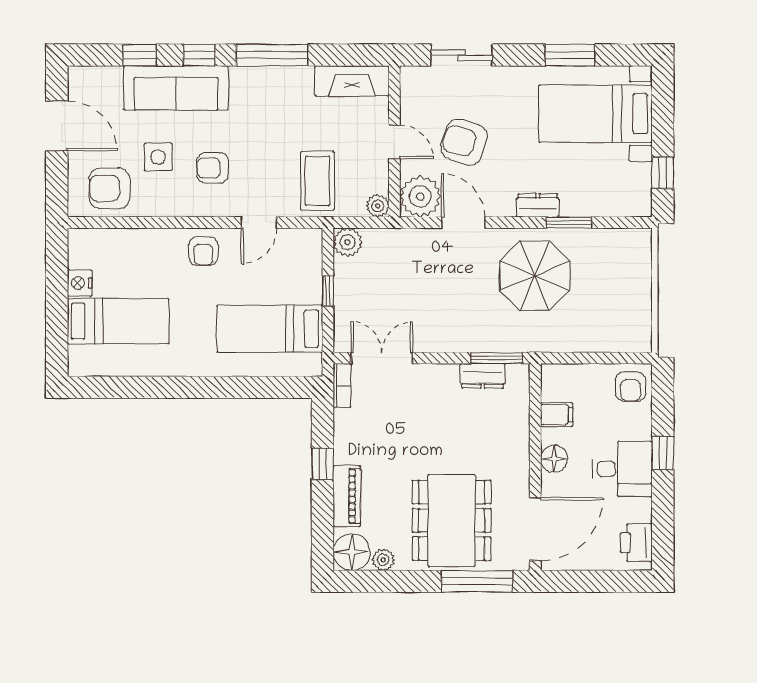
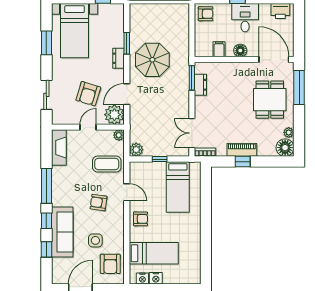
armchair: (212, 168) -> (98, 203), moved, turned 98
nightstand: (79, 255) -> (142, 278), added
bed: (118, 321) -> (154, 253), moved, turned 90
piano: (347, 496) -> (242, 150), moved
dining table: (452, 520) -> (270, 100), width x0.73

